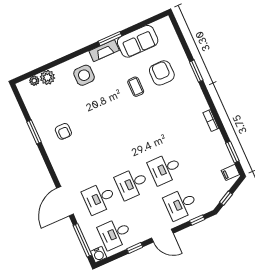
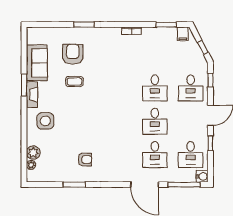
armchair: (162, 73) -> (73, 54), turned 90

